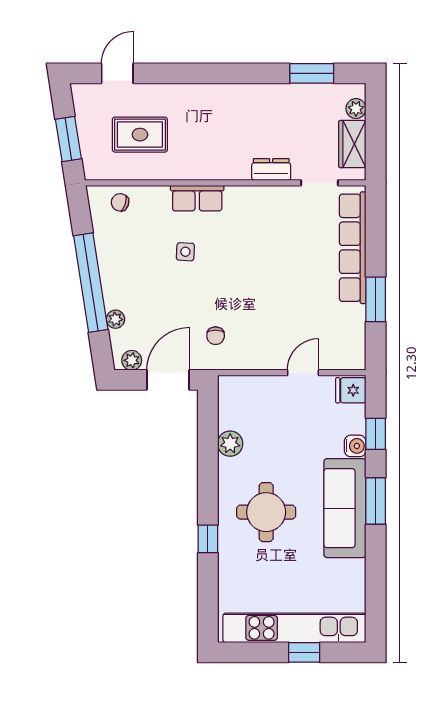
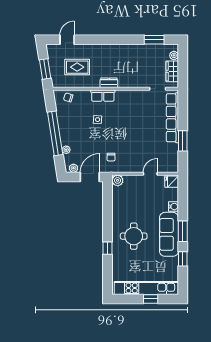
dresser: (271, 170) -> (109, 83), moved
window: (376, 434) -> (183, 259), moved
plant: (230, 444) -> (118, 180), moved

